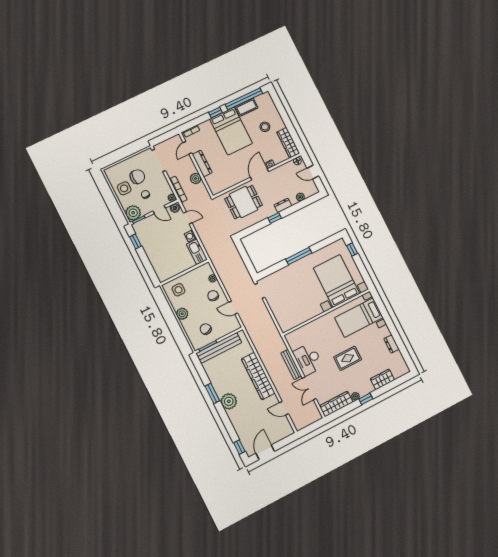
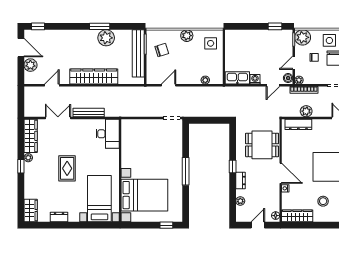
dresser: (202, 164) -> (298, 124), moved
dining table: (244, 202) -> (262, 145), turned 90
chair: (213, 296) -> (189, 72), removed
desk: (308, 359) -> (108, 134), moved, turned 90
wardrobe: (382, 379) -> (31, 210), moved
plant: (229, 401) -> (106, 38), moved
plant: (276, 436) -> (30, 65), added

